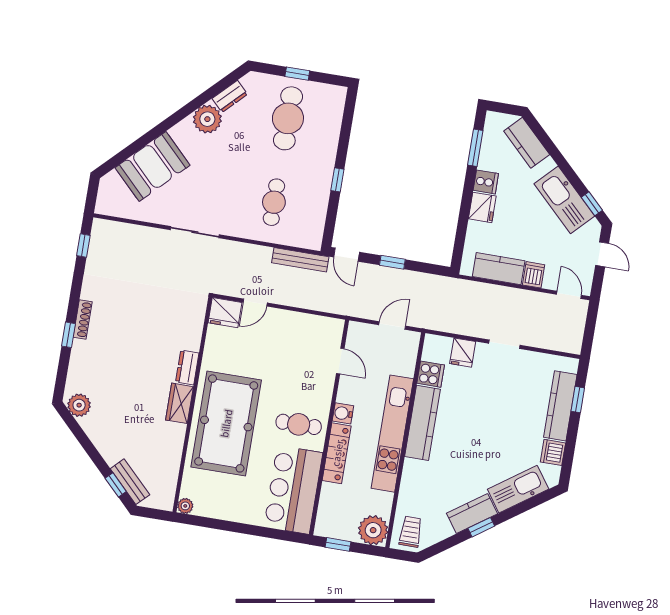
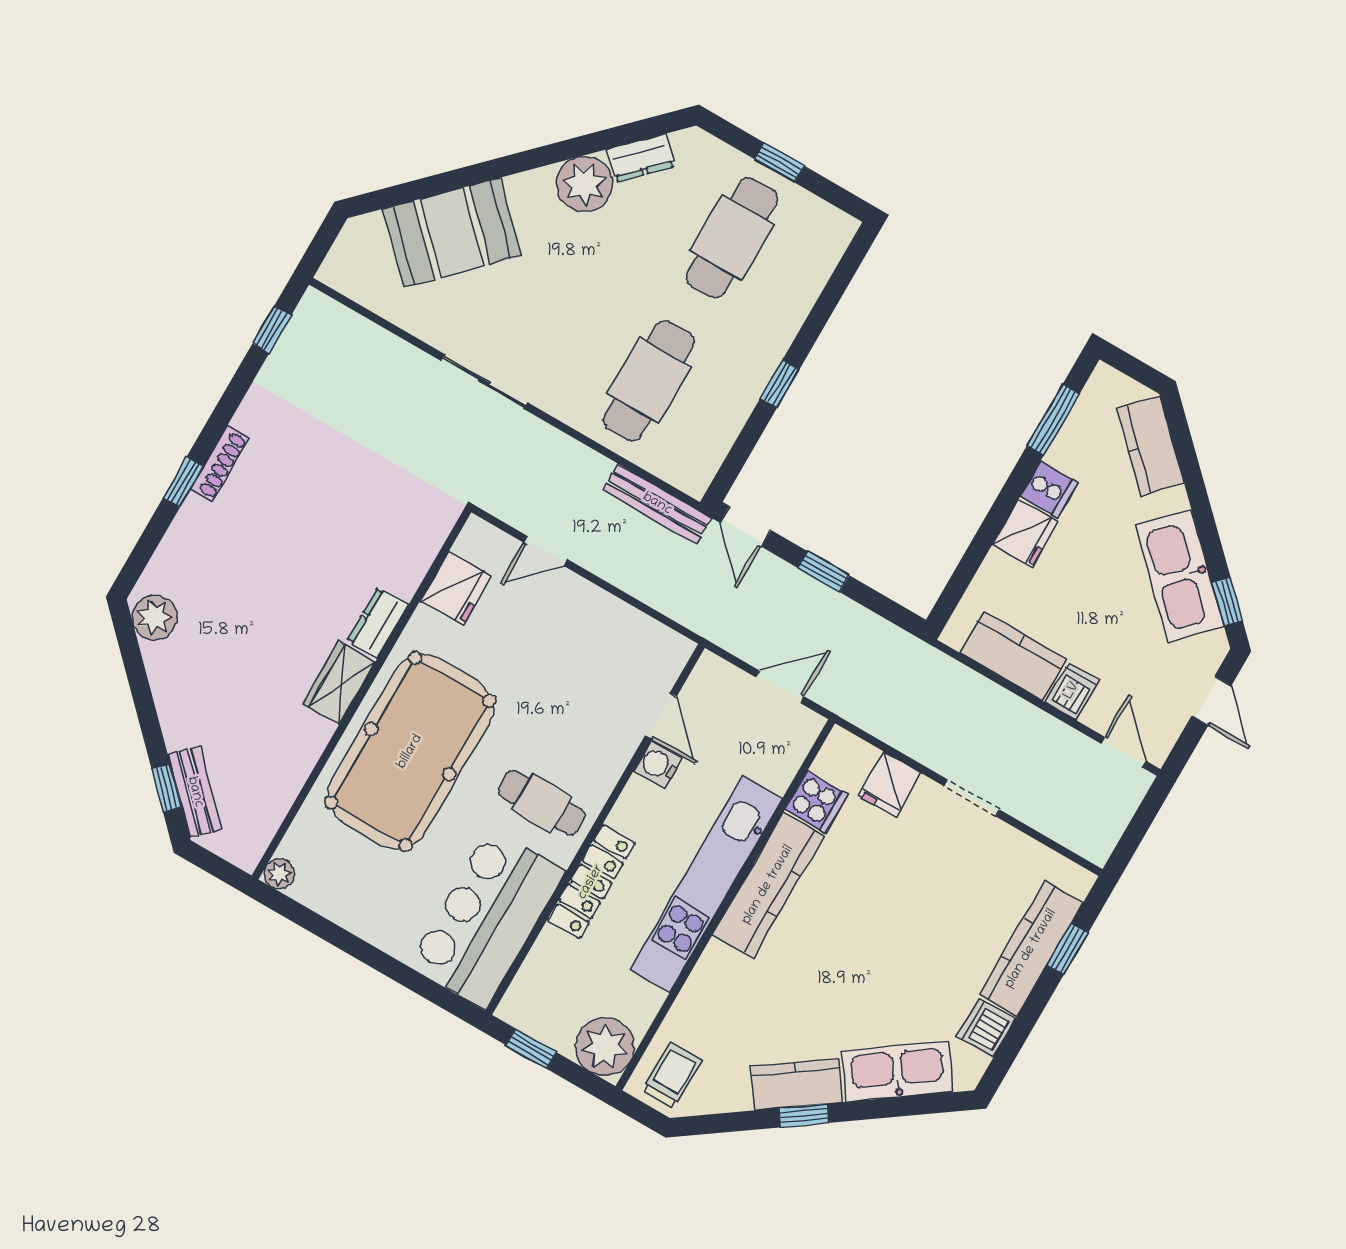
cafe table: (274, 202) -> (649, 381), width x1.37, depth x1.35
fridge: (225, 313) -> (456, 588), moved, turned -90
water cooler: (343, 413) -> (658, 765), moved

